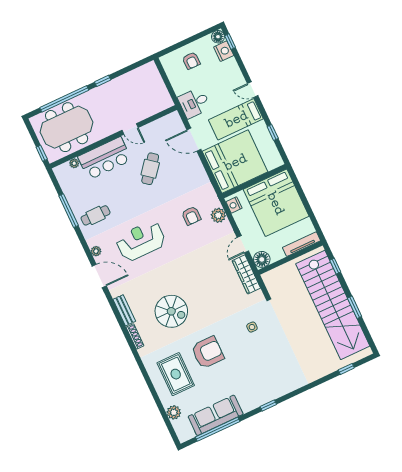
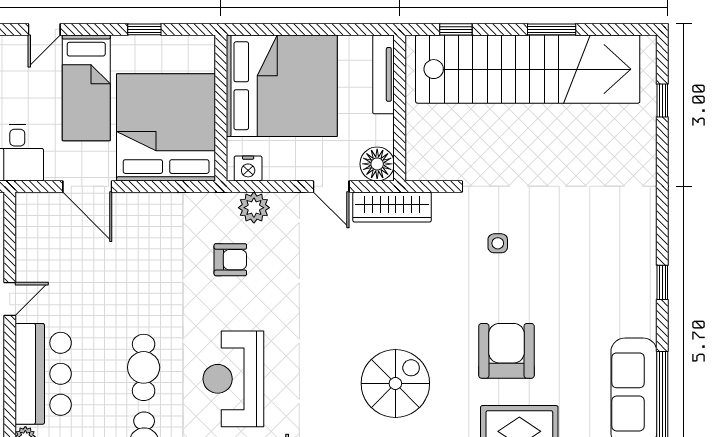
door: (194, 140) -> (87, 186), hinge flipped
cafe table: (150, 169) -> (144, 367), moved, turned 51

